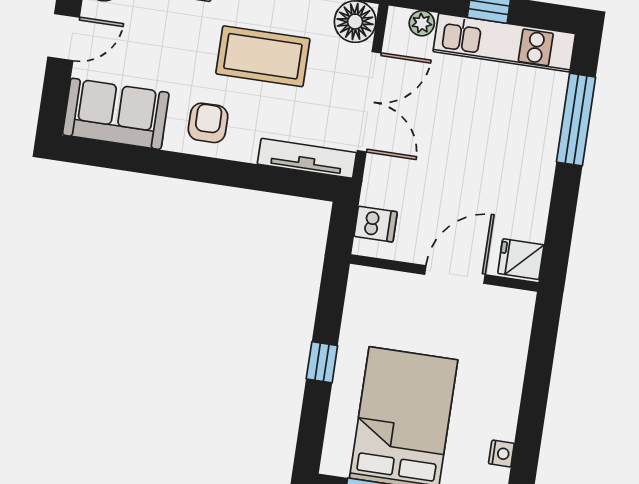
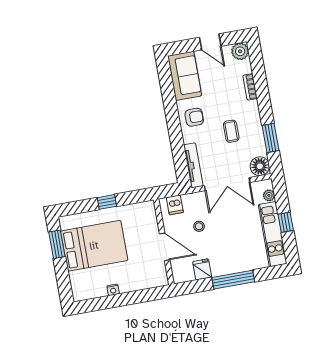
coffee table: (263, 56) -> (231, 131), width x0.54, depth x0.58
window: (576, 120) -> (233, 280), moved
stool: (437, 189) -> (199, 226), added
fridge: (521, 259) -> (202, 269), moved
nightstand: (501, 454) -> (113, 290), moved

